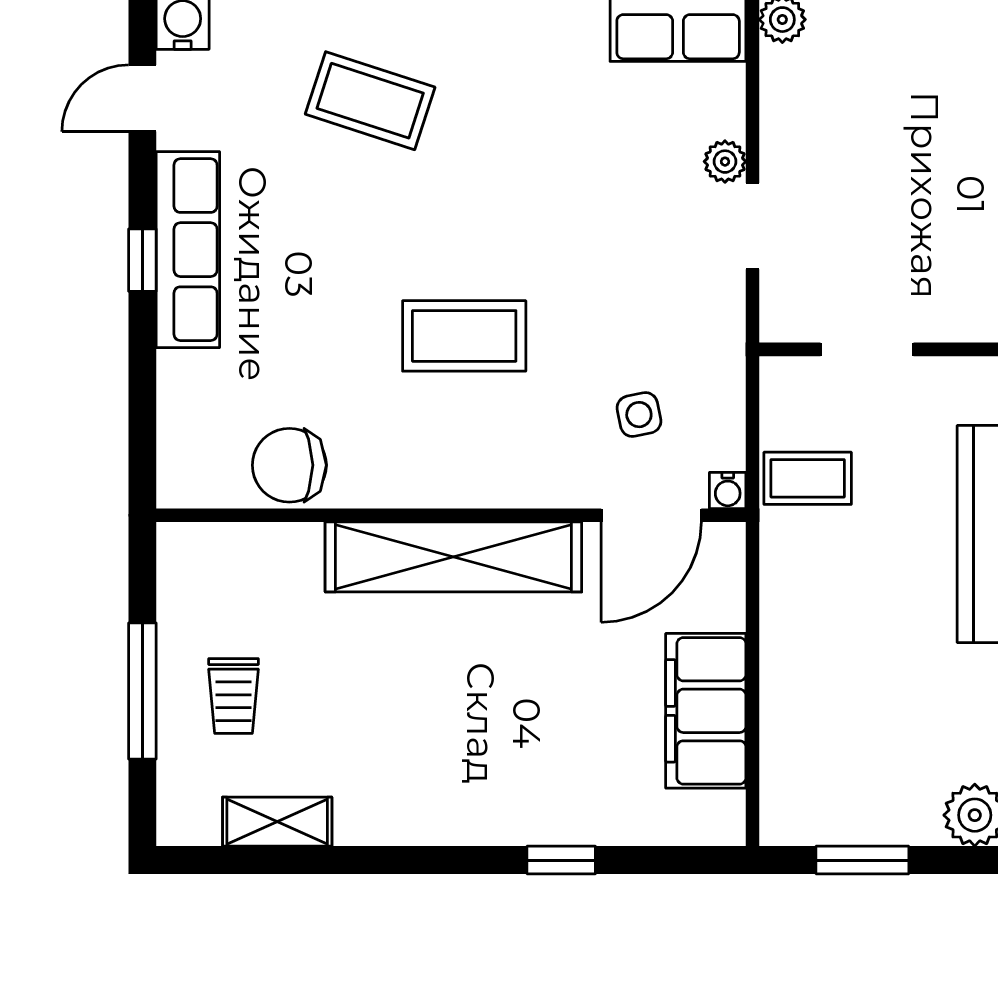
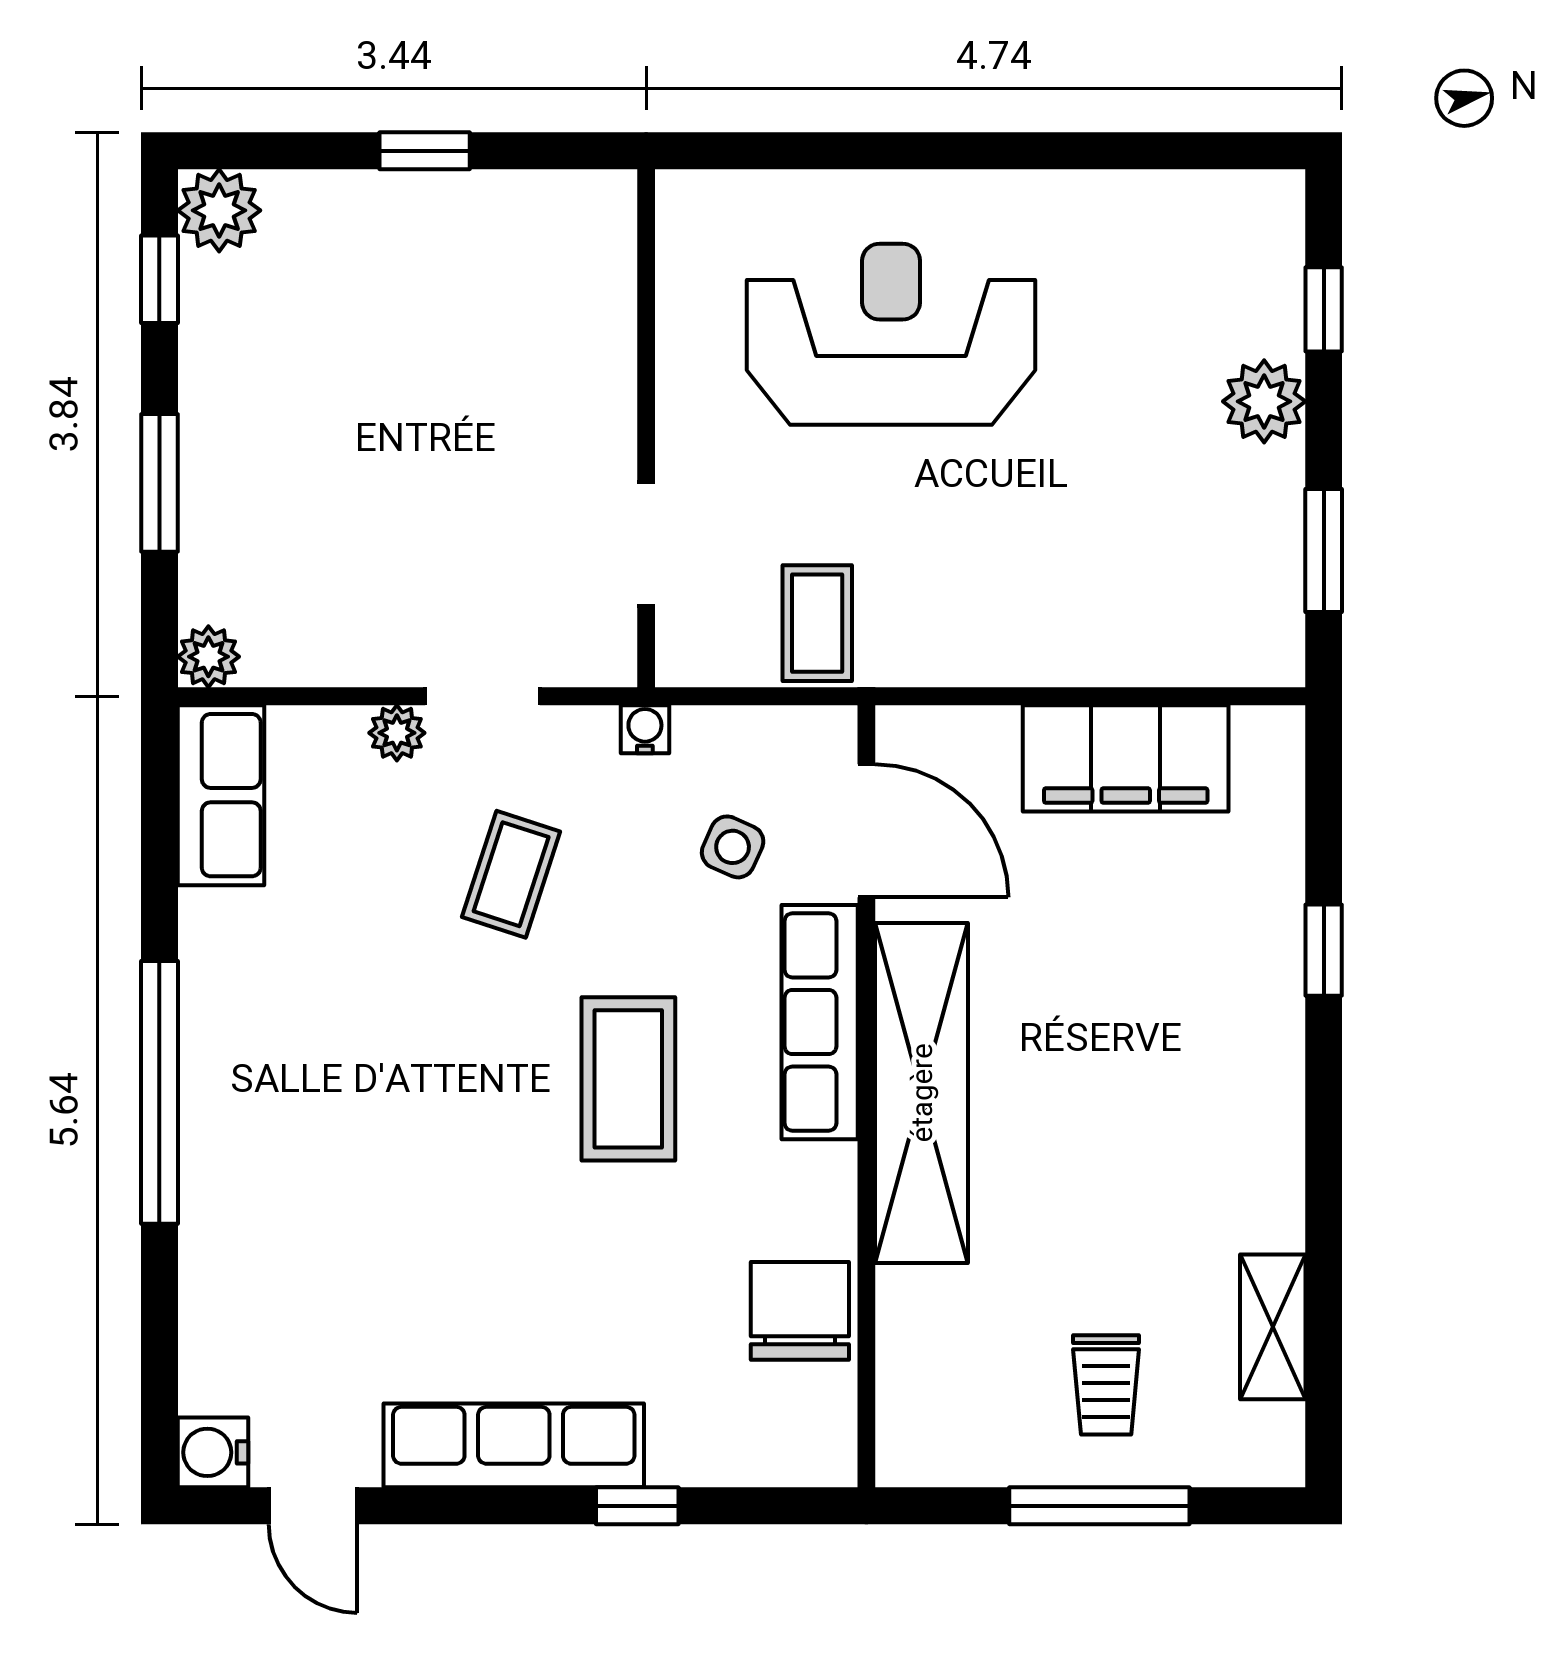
coffee table: (370, 101) -> (511, 874), moved, width x0.73, depth x0.77
window: (142, 260) -> (637, 1506), moved
side table: (639, 415) -> (733, 847), turned 36
chair: (289, 465) -> (800, 1311), turned 180
row of seats: (507, 480) -> (820, 1022), added
water cooler: (728, 490) -> (645, 729), moved, turned -90
trolley: (234, 696) -> (1106, 1385), turned 90

